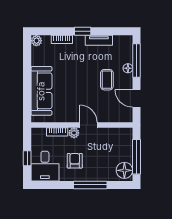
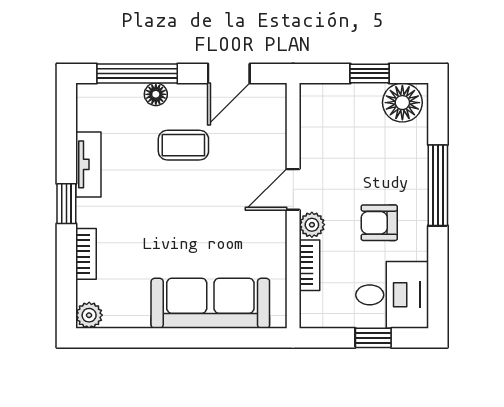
window: (137, 157) -> (370, 73), width x0.46

